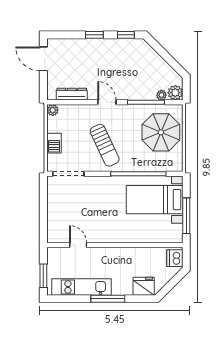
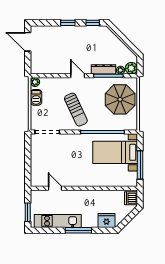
dresser: (72, 94) -> (103, 69), moved
barbecue: (54, 143) -> (36, 97), moved

